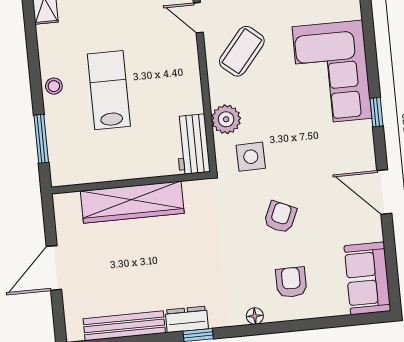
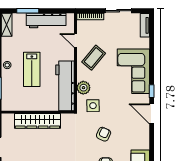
lab bench: (109, 90) -> (32, 69), turned 180
workbench: (192, 144) -> (65, 86), width x1.88, depth x1.32
door: (384, 192) -> (152, 114), moved

